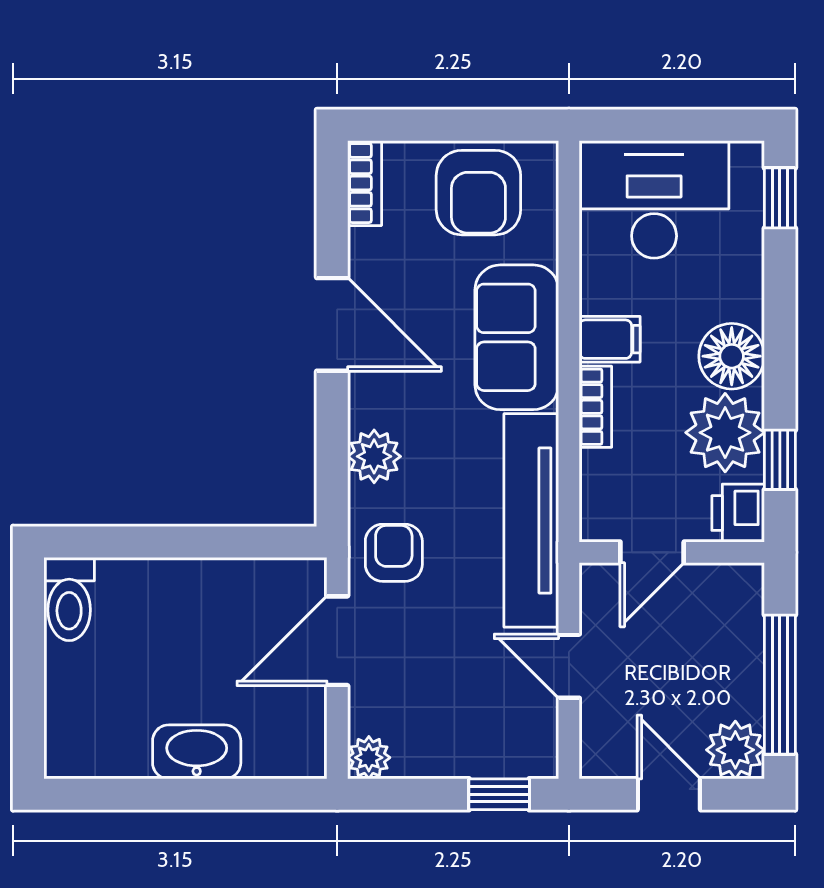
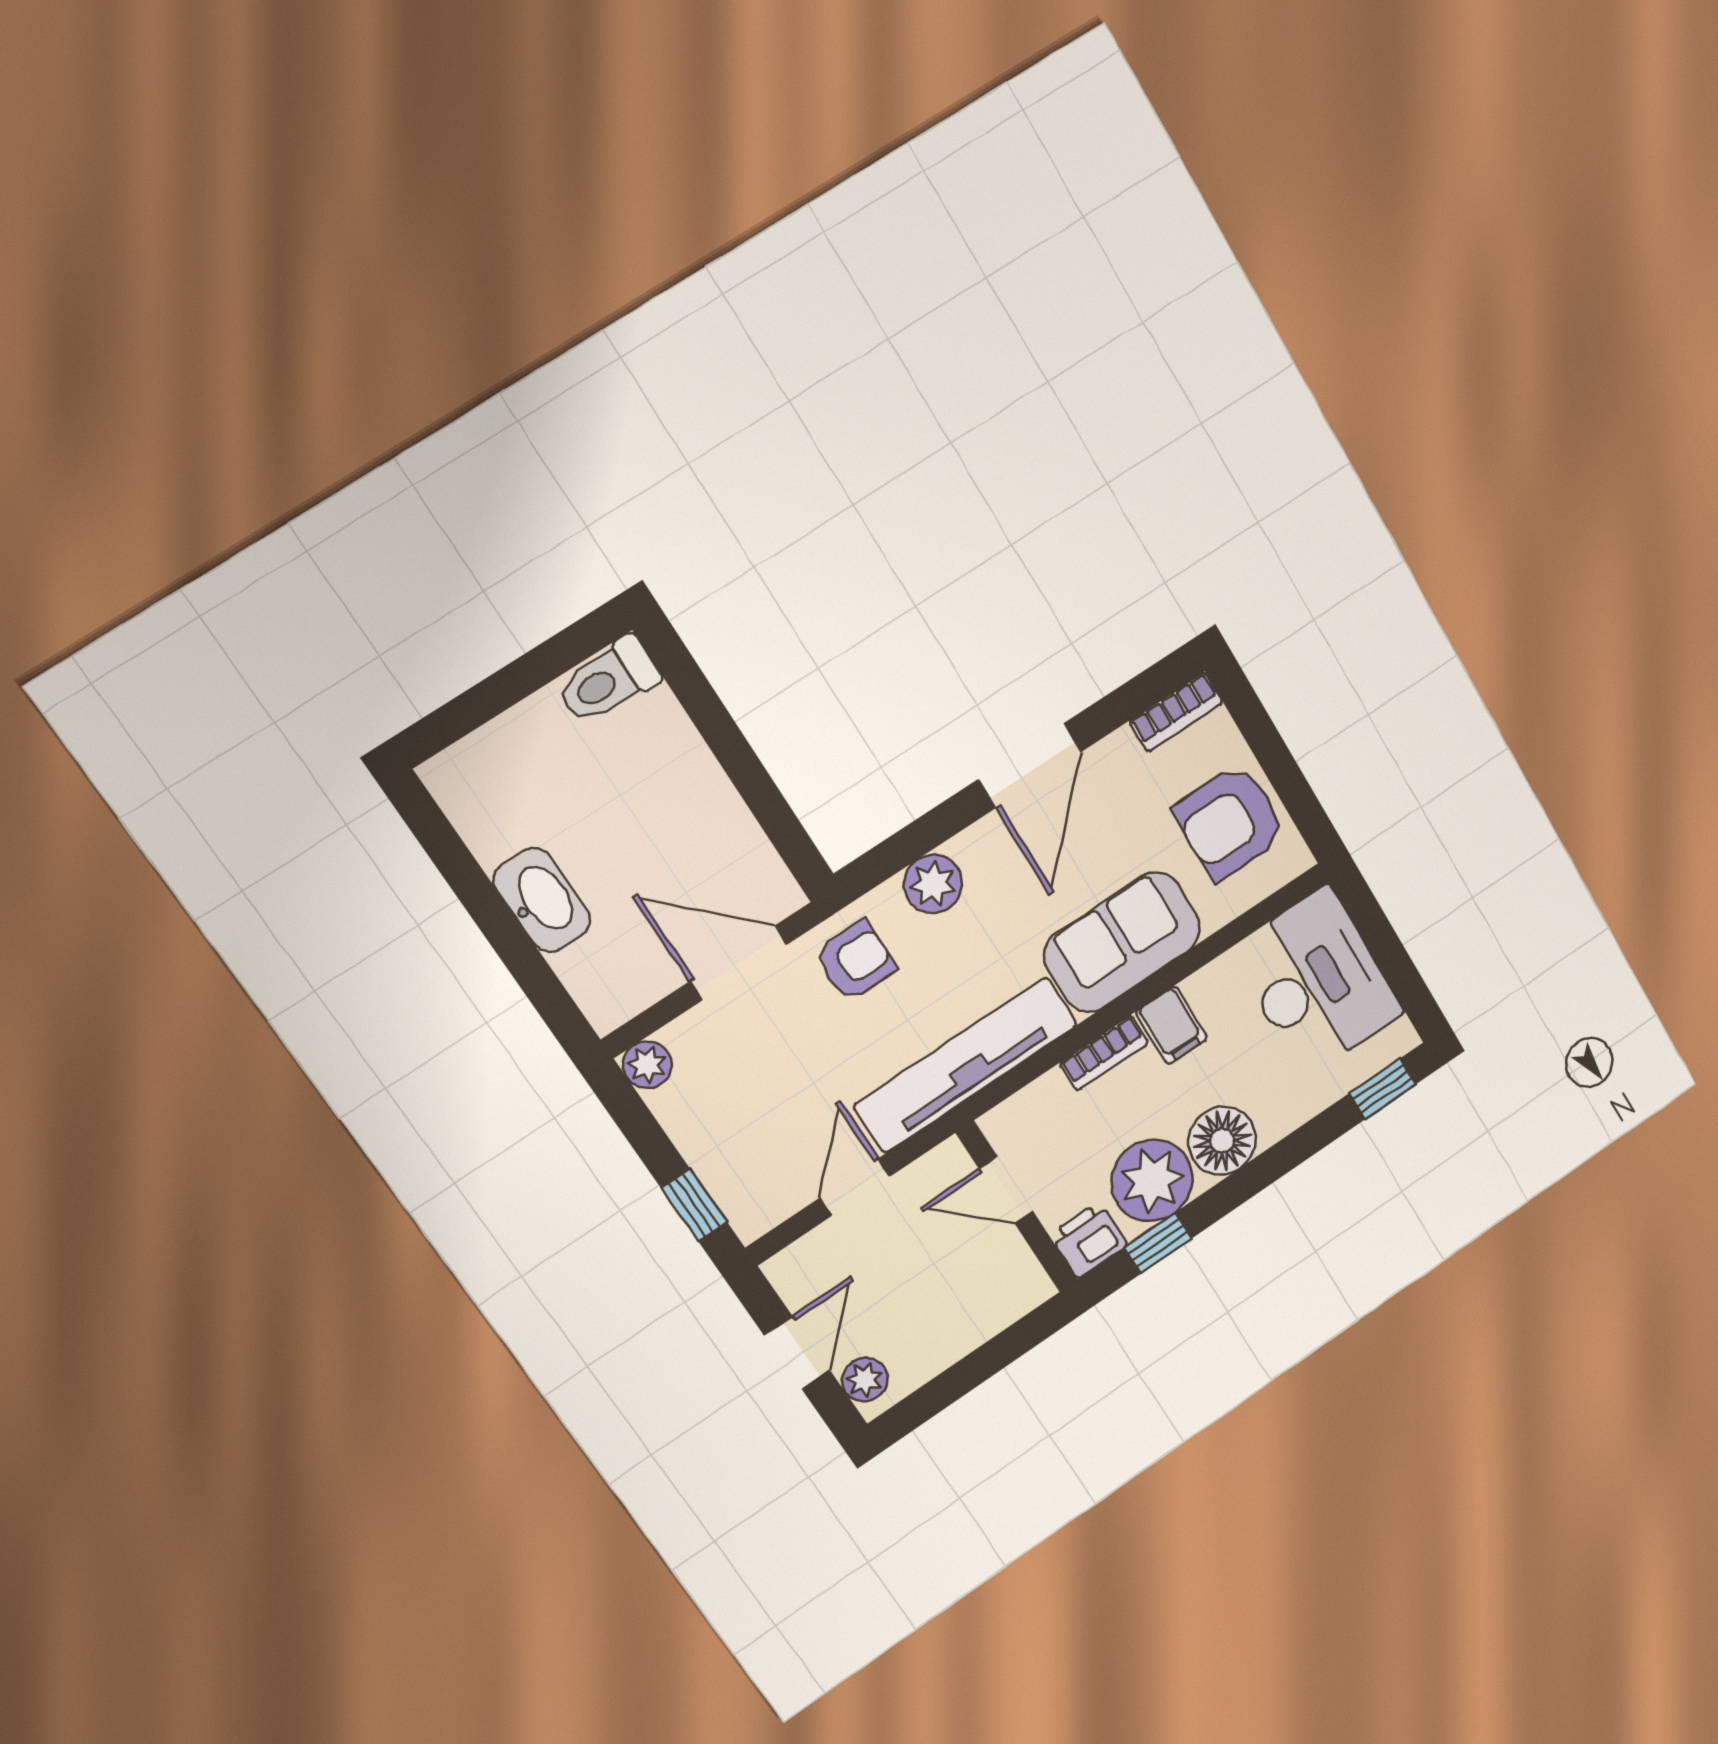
window: (780, 685) -> (960, 1379), removed
plant: (735, 750) -> (865, 1380), width x0.73, depth x0.73

